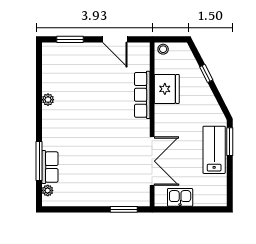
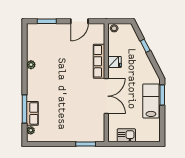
door: (115, 39) -> (79, 21), hinge flipped
fridge: (167, 89) -> (115, 62), width x0.53, depth x0.75
double door: (152, 161) -> (106, 96), moved

